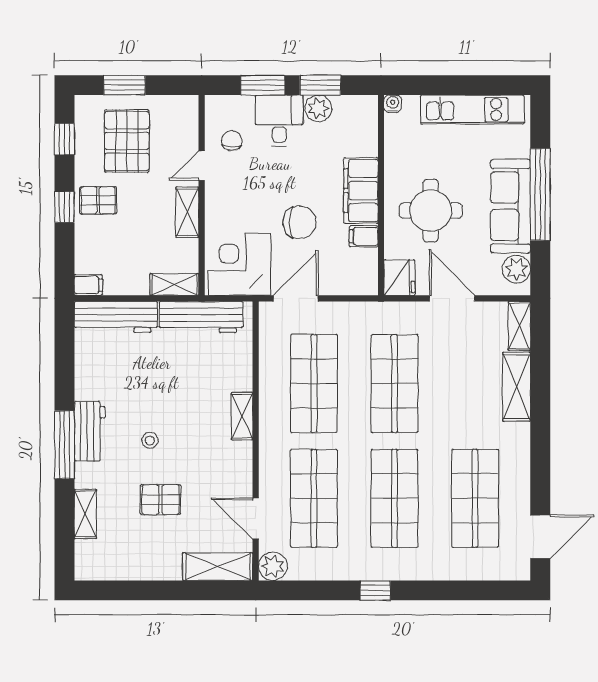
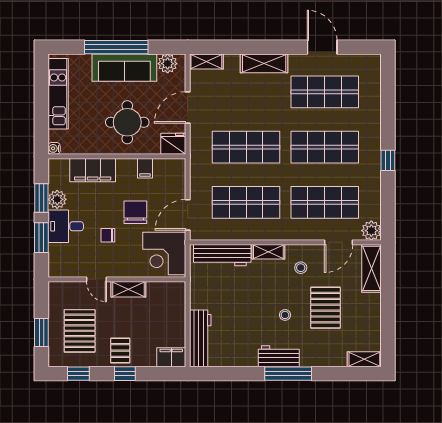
pallet: (127, 141) -> (80, 331), turned 90
chair: (232, 141) -> (108, 235), moved
filing cabinet: (361, 191) -> (93, 170), moved
filing cabinet: (88, 285) -> (171, 357), width x2.00
shelving: (174, 285) -> (178, 298), removed
door: (296, 298) -> (188, 215), hinge flipped
workbench: (201, 317) -> (222, 255), moved, turned 90
shelving: (517, 387) -> (264, 63), moved
stool: (219, 463) -> (301, 268), added
pallet: (161, 500) -> (326, 308), width x1.50, depth x1.42
shelving: (85, 514) -> (364, 359), moved
door: (540, 537) -> (322, 47), moved

